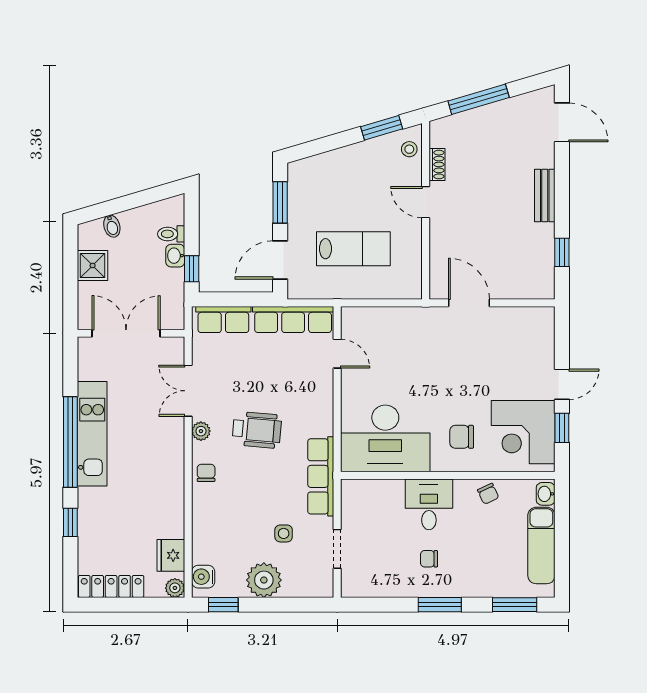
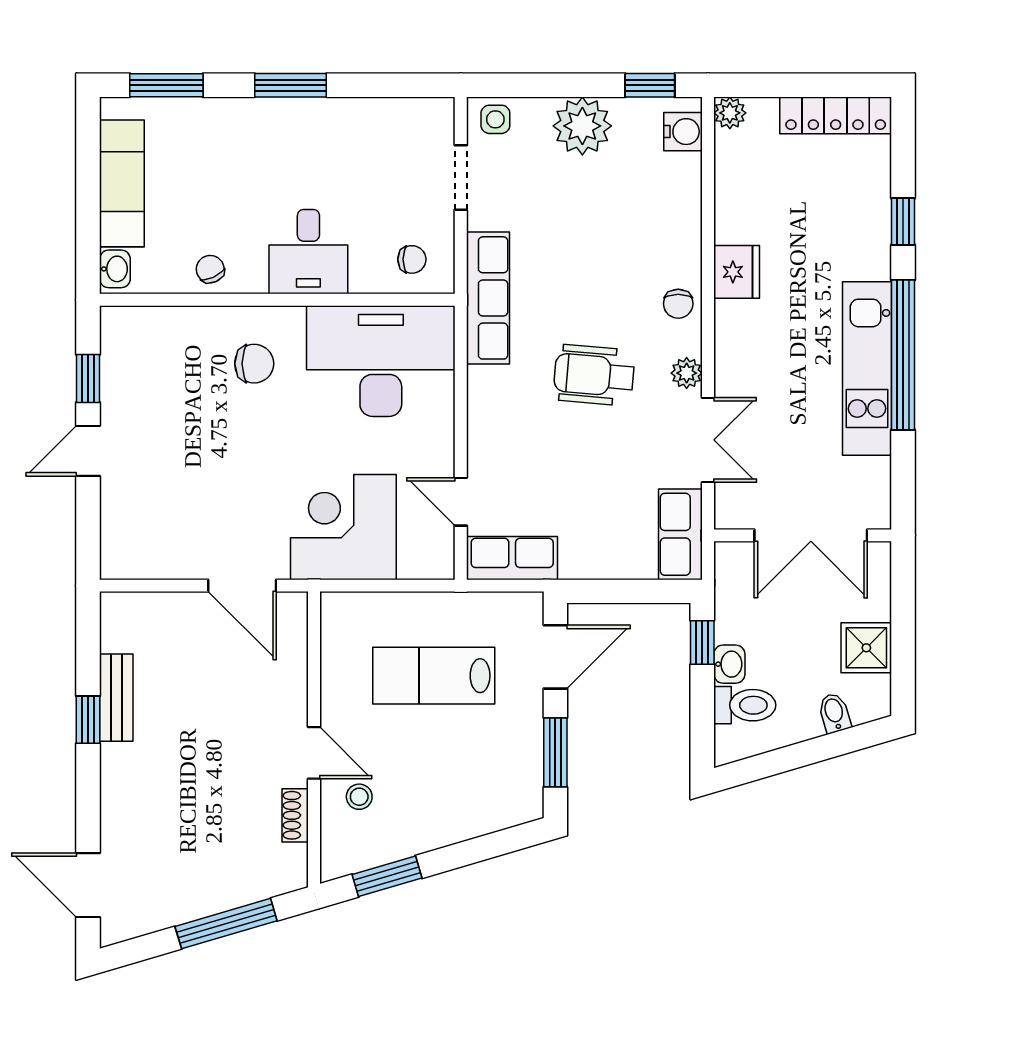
stool: (409, 149) -> (359, 797), moved
bench: (545, 196) -> (116, 698), moved
toilet: (171, 234) -> (745, 705), width x1.37, depth x1.39
window: (562, 252) -> (88, 720), moved
row of seats: (223, 320) -> (680, 534), moved, turned -90
row of seats: (293, 320) -> (512, 558), width x0.68
corner desk: (523, 432) -> (343, 527), moved, turned -90
side table: (284, 533) -> (495, 119), moved
fridge: (171, 555) -> (737, 272), moved
chair: (429, 559) -> (412, 259), moved

